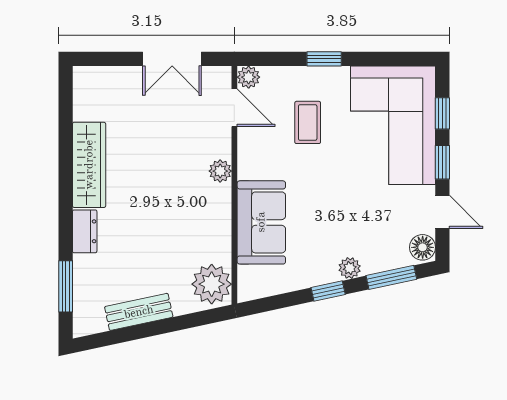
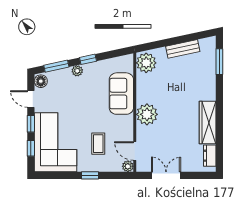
plant: (220, 171) -> (147, 114), width x1.88, depth x1.88
dresser: (85, 231) -> (210, 156), moved

